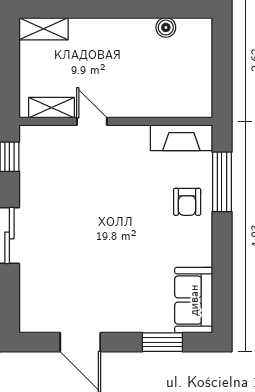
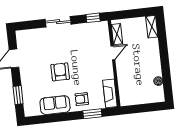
window: (222, 182) -> (92, 114), width x0.69
armchair: (121, 243) -> (60, 72), added
sofa: (194, 300) -> (55, 105), moved

